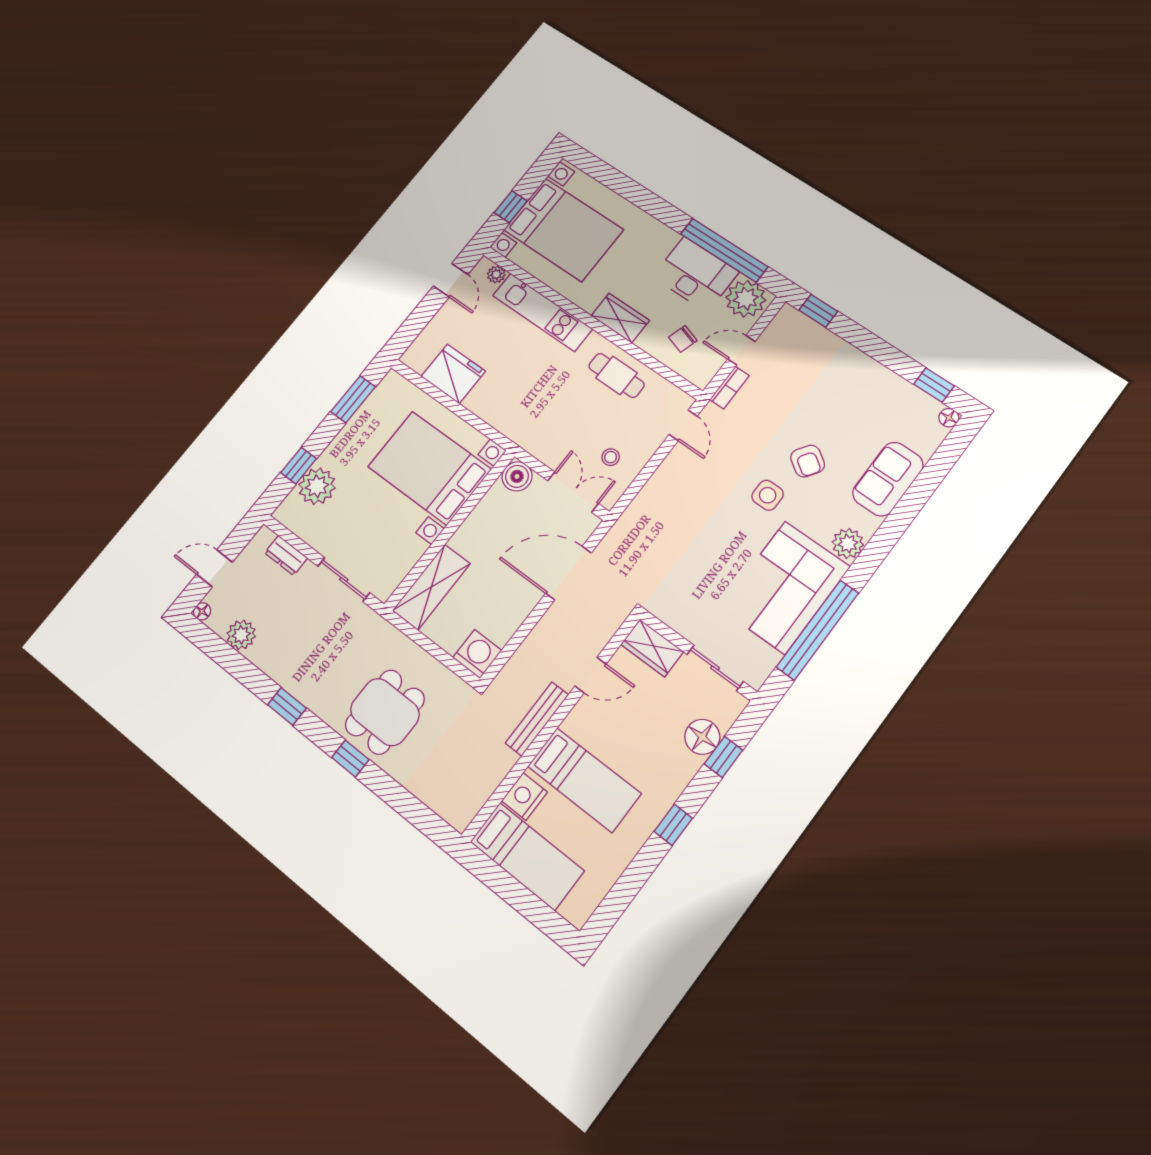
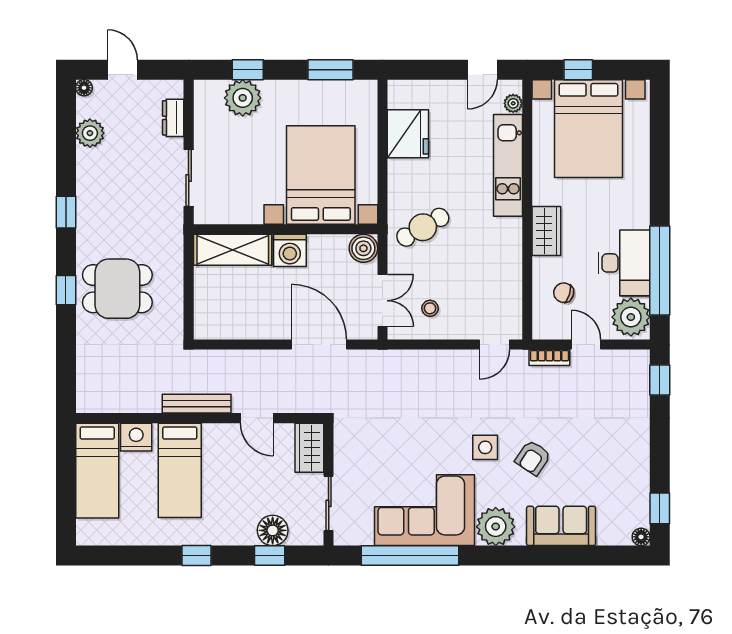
cafe table: (616, 375) -> (423, 227), moved, turned 60
plant: (848, 544) -> (496, 527), width x1.36, depth x1.36
washing machine: (477, 654) -> (290, 250), moved, turned 90

